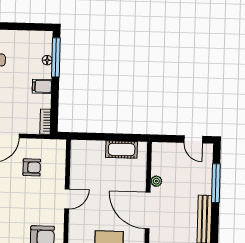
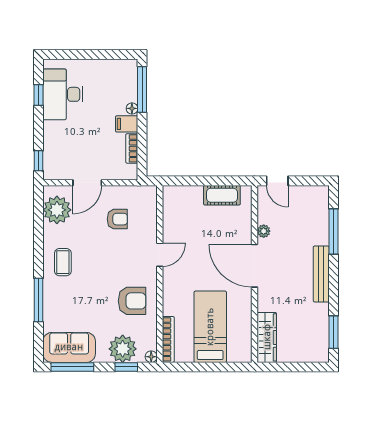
floor lamp: (47, 60) -> (132, 108), moved
bookcase: (45, 122) -> (132, 148), moved
door: (193, 139) -> (277, 181), moved

